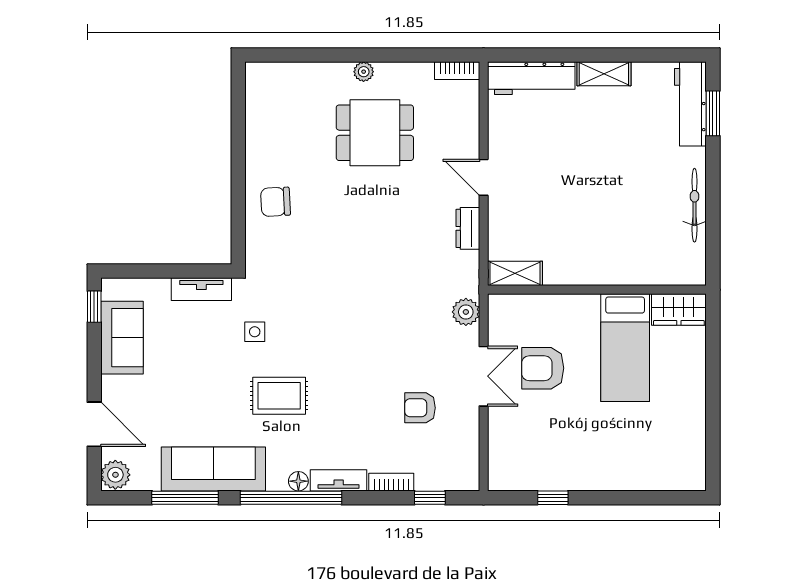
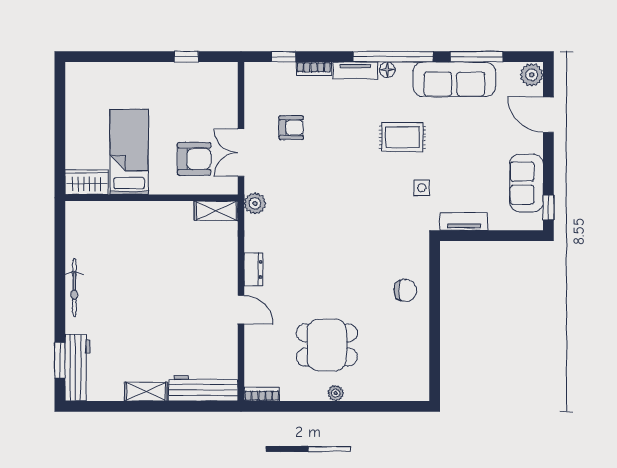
shelving: (515, 273) -> (216, 211), moved
wall: (597, 290) -> (151, 198), moved
wardrobe: (679, 310) -> (87, 182), moved
bed: (625, 348) -> (129, 152), moved

